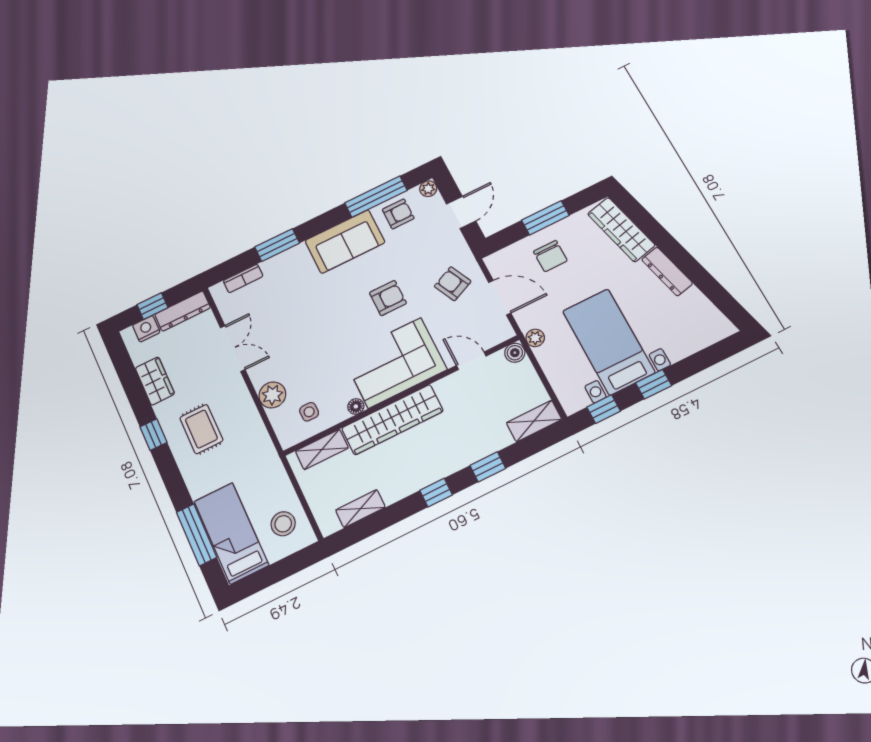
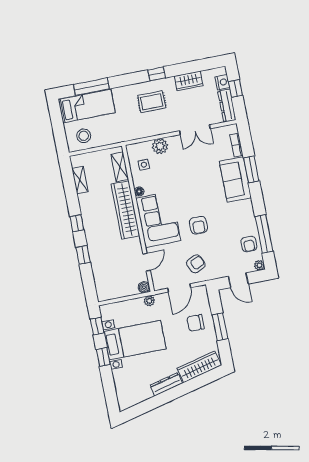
sofa: (345, 242) -> (235, 179), moved
shelving: (534, 421) -> (102, 287), removed

